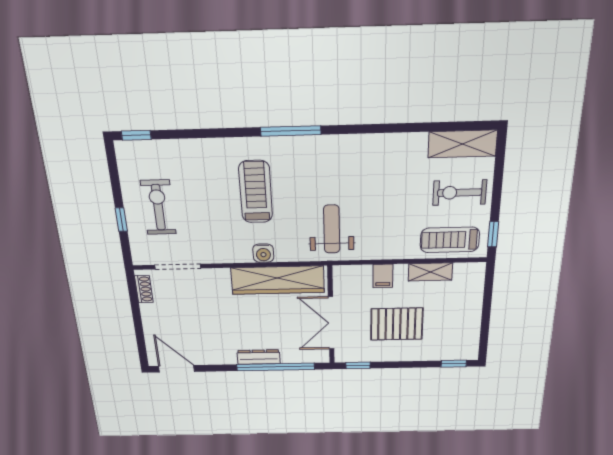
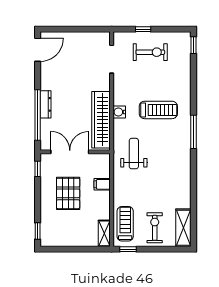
weight bench: (332, 229) -> (134, 154), turned -90
shelving: (430, 272) -> (104, 233), moved
shoe rack: (144, 289) -> (97, 36), removed

